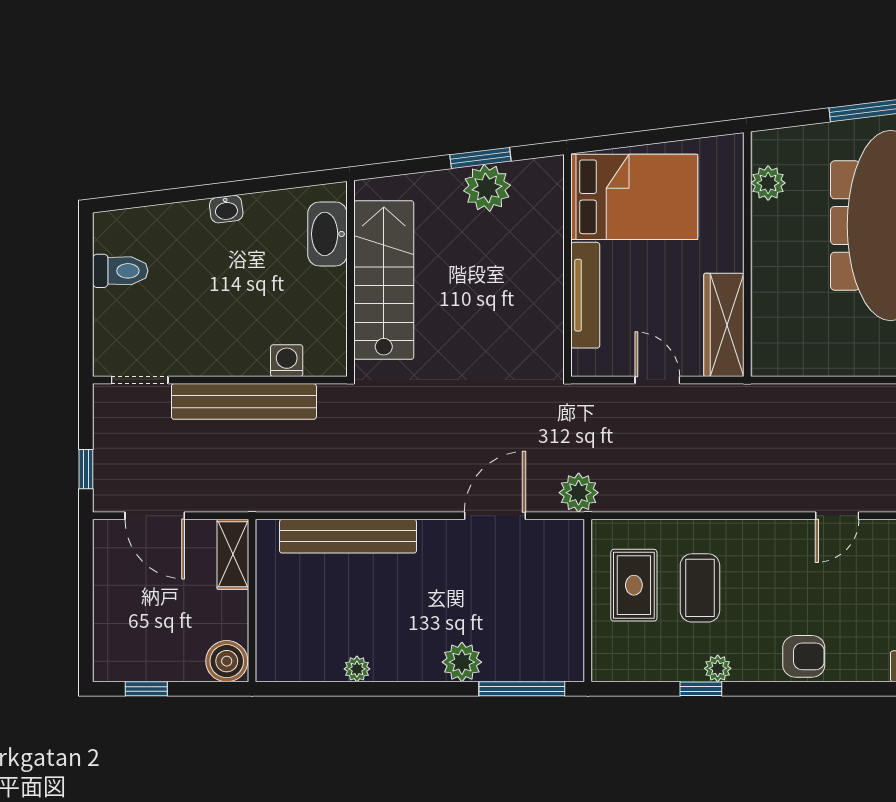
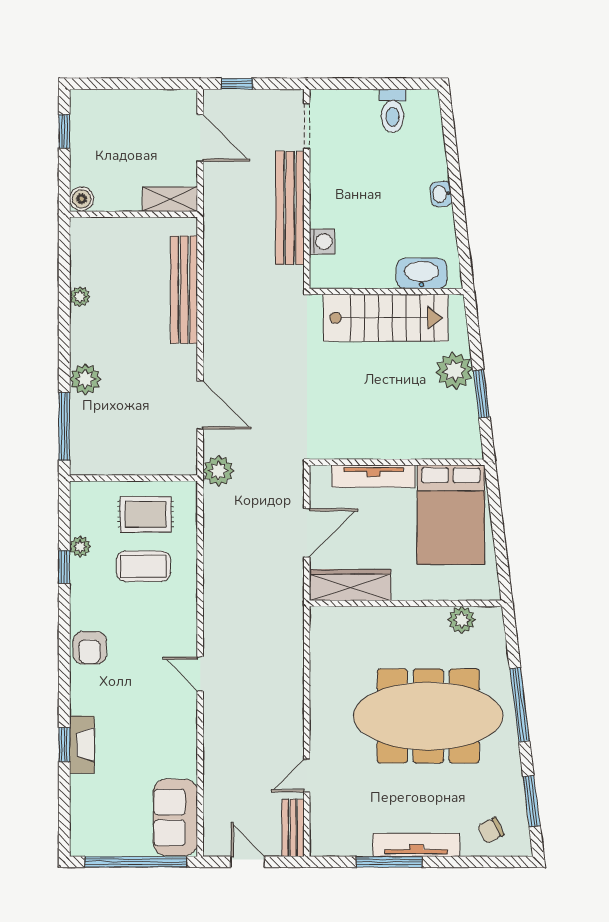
plant: (487, 188) -> (454, 371), moved
door: (657, 380) -> (307, 533), width x1.38
door: (155, 516) -> (200, 138), swing flipped
boiler: (227, 661) -> (82, 199), width x0.73, depth x0.73
plant: (718, 668) -> (80, 547), moved

